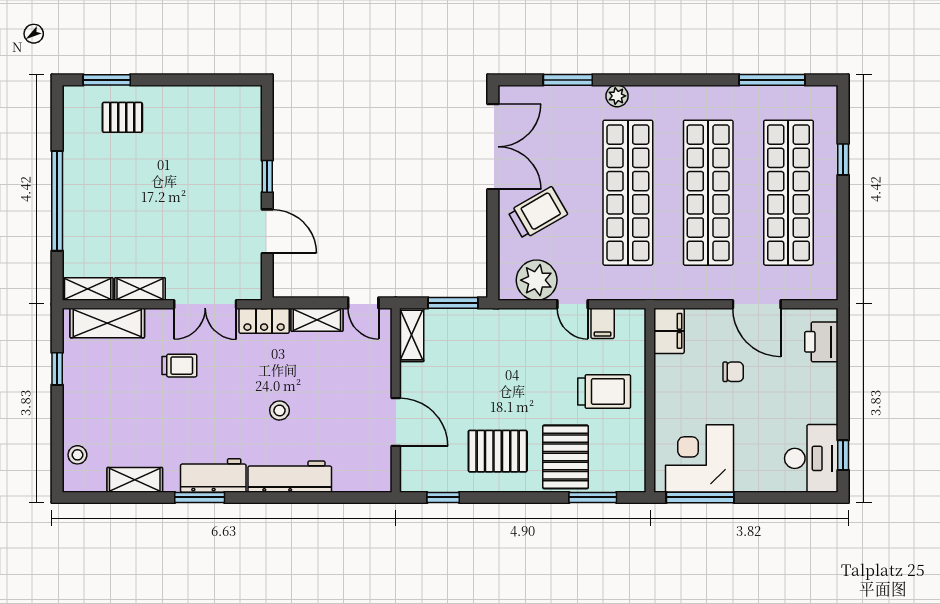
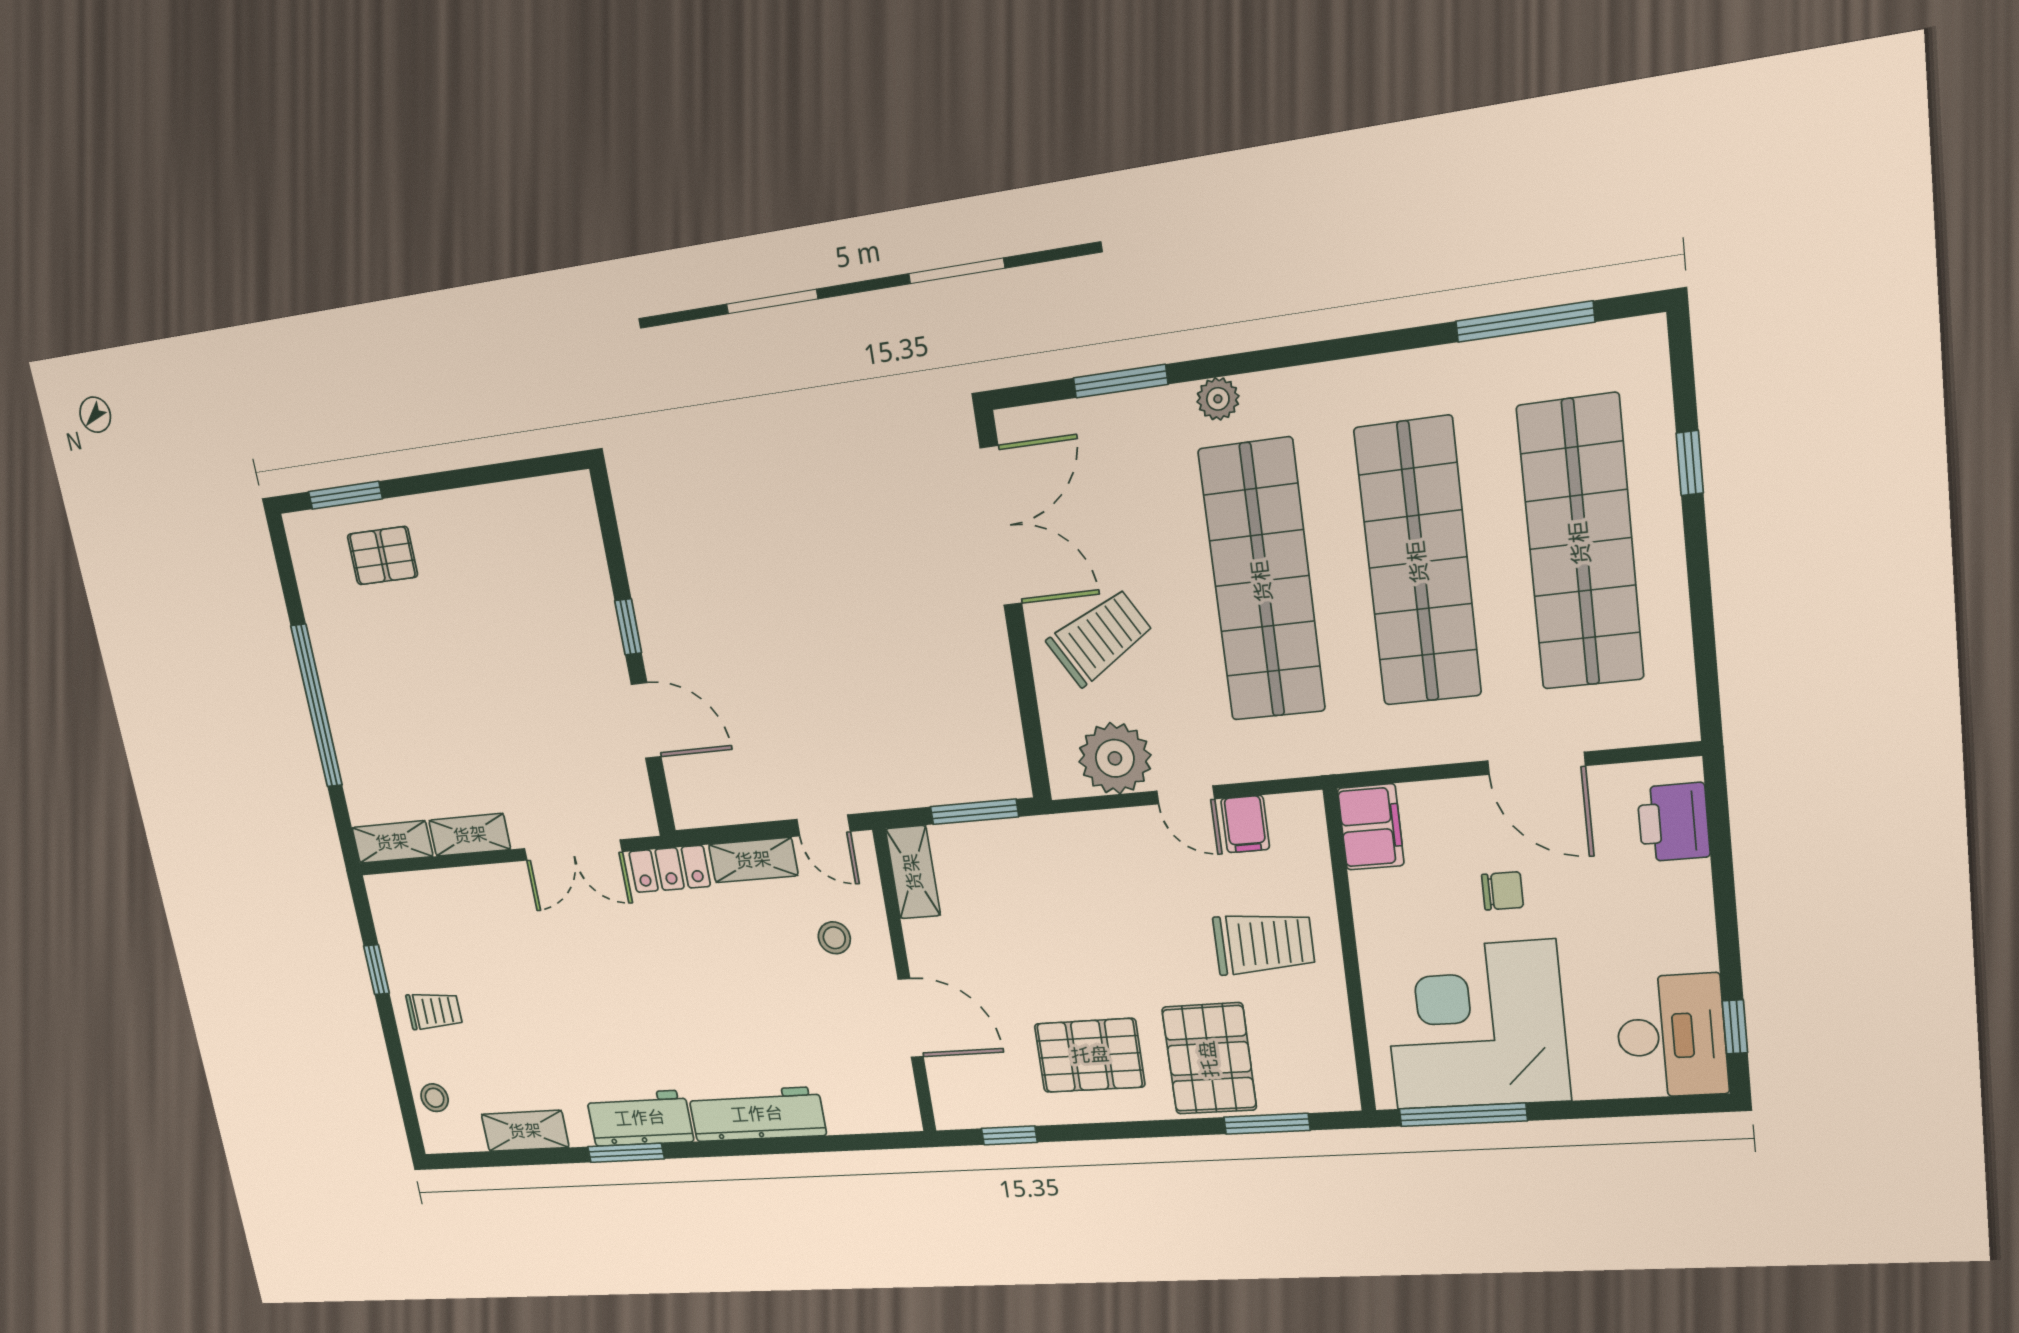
shelving: (107, 323) -> (433, 893), removed
trolley: (179, 366) -> (434, 1011), moved
stool: (279, 410) -> (834, 938), moved
corner desk: (700, 458) -> (1475, 1025), width x1.36, depth x1.36

